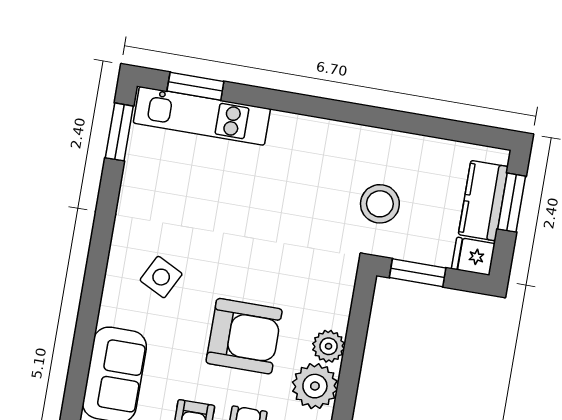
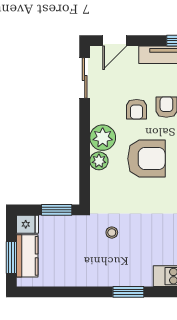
window: (316, 107) -> (128, 292), added
stool: (380, 204) -> (112, 233), moved, width x0.53, depth x0.53
armchair: (244, 336) -> (146, 159), turned 180

